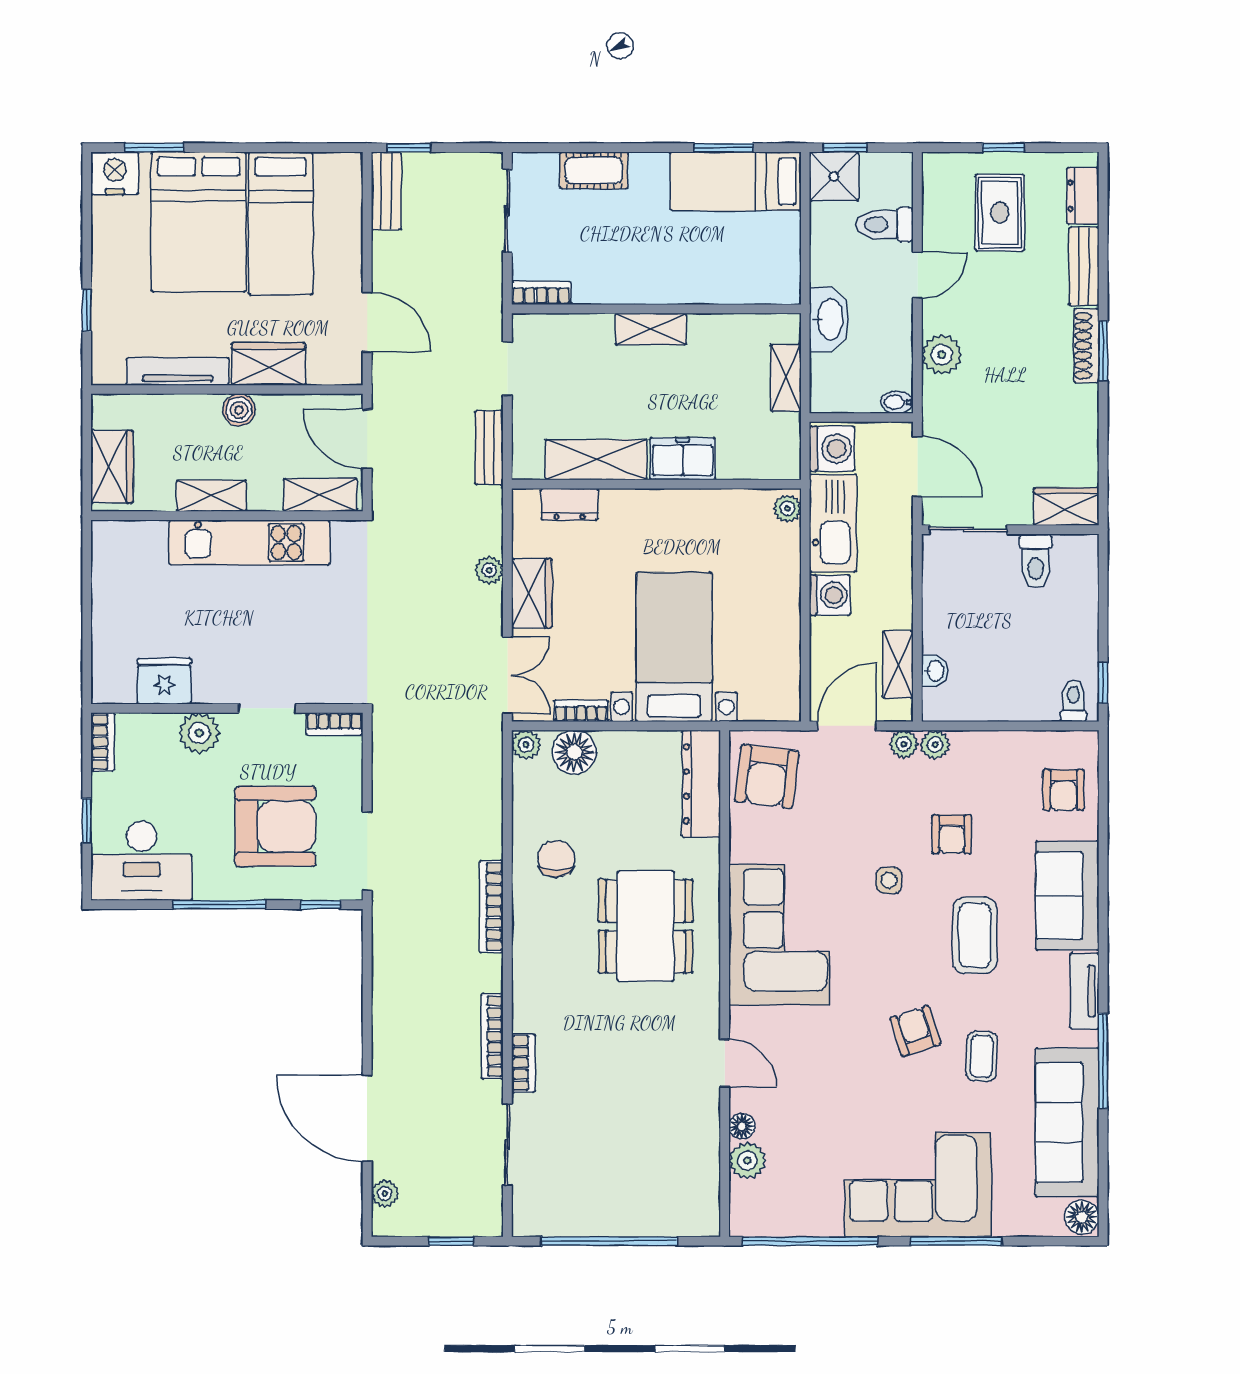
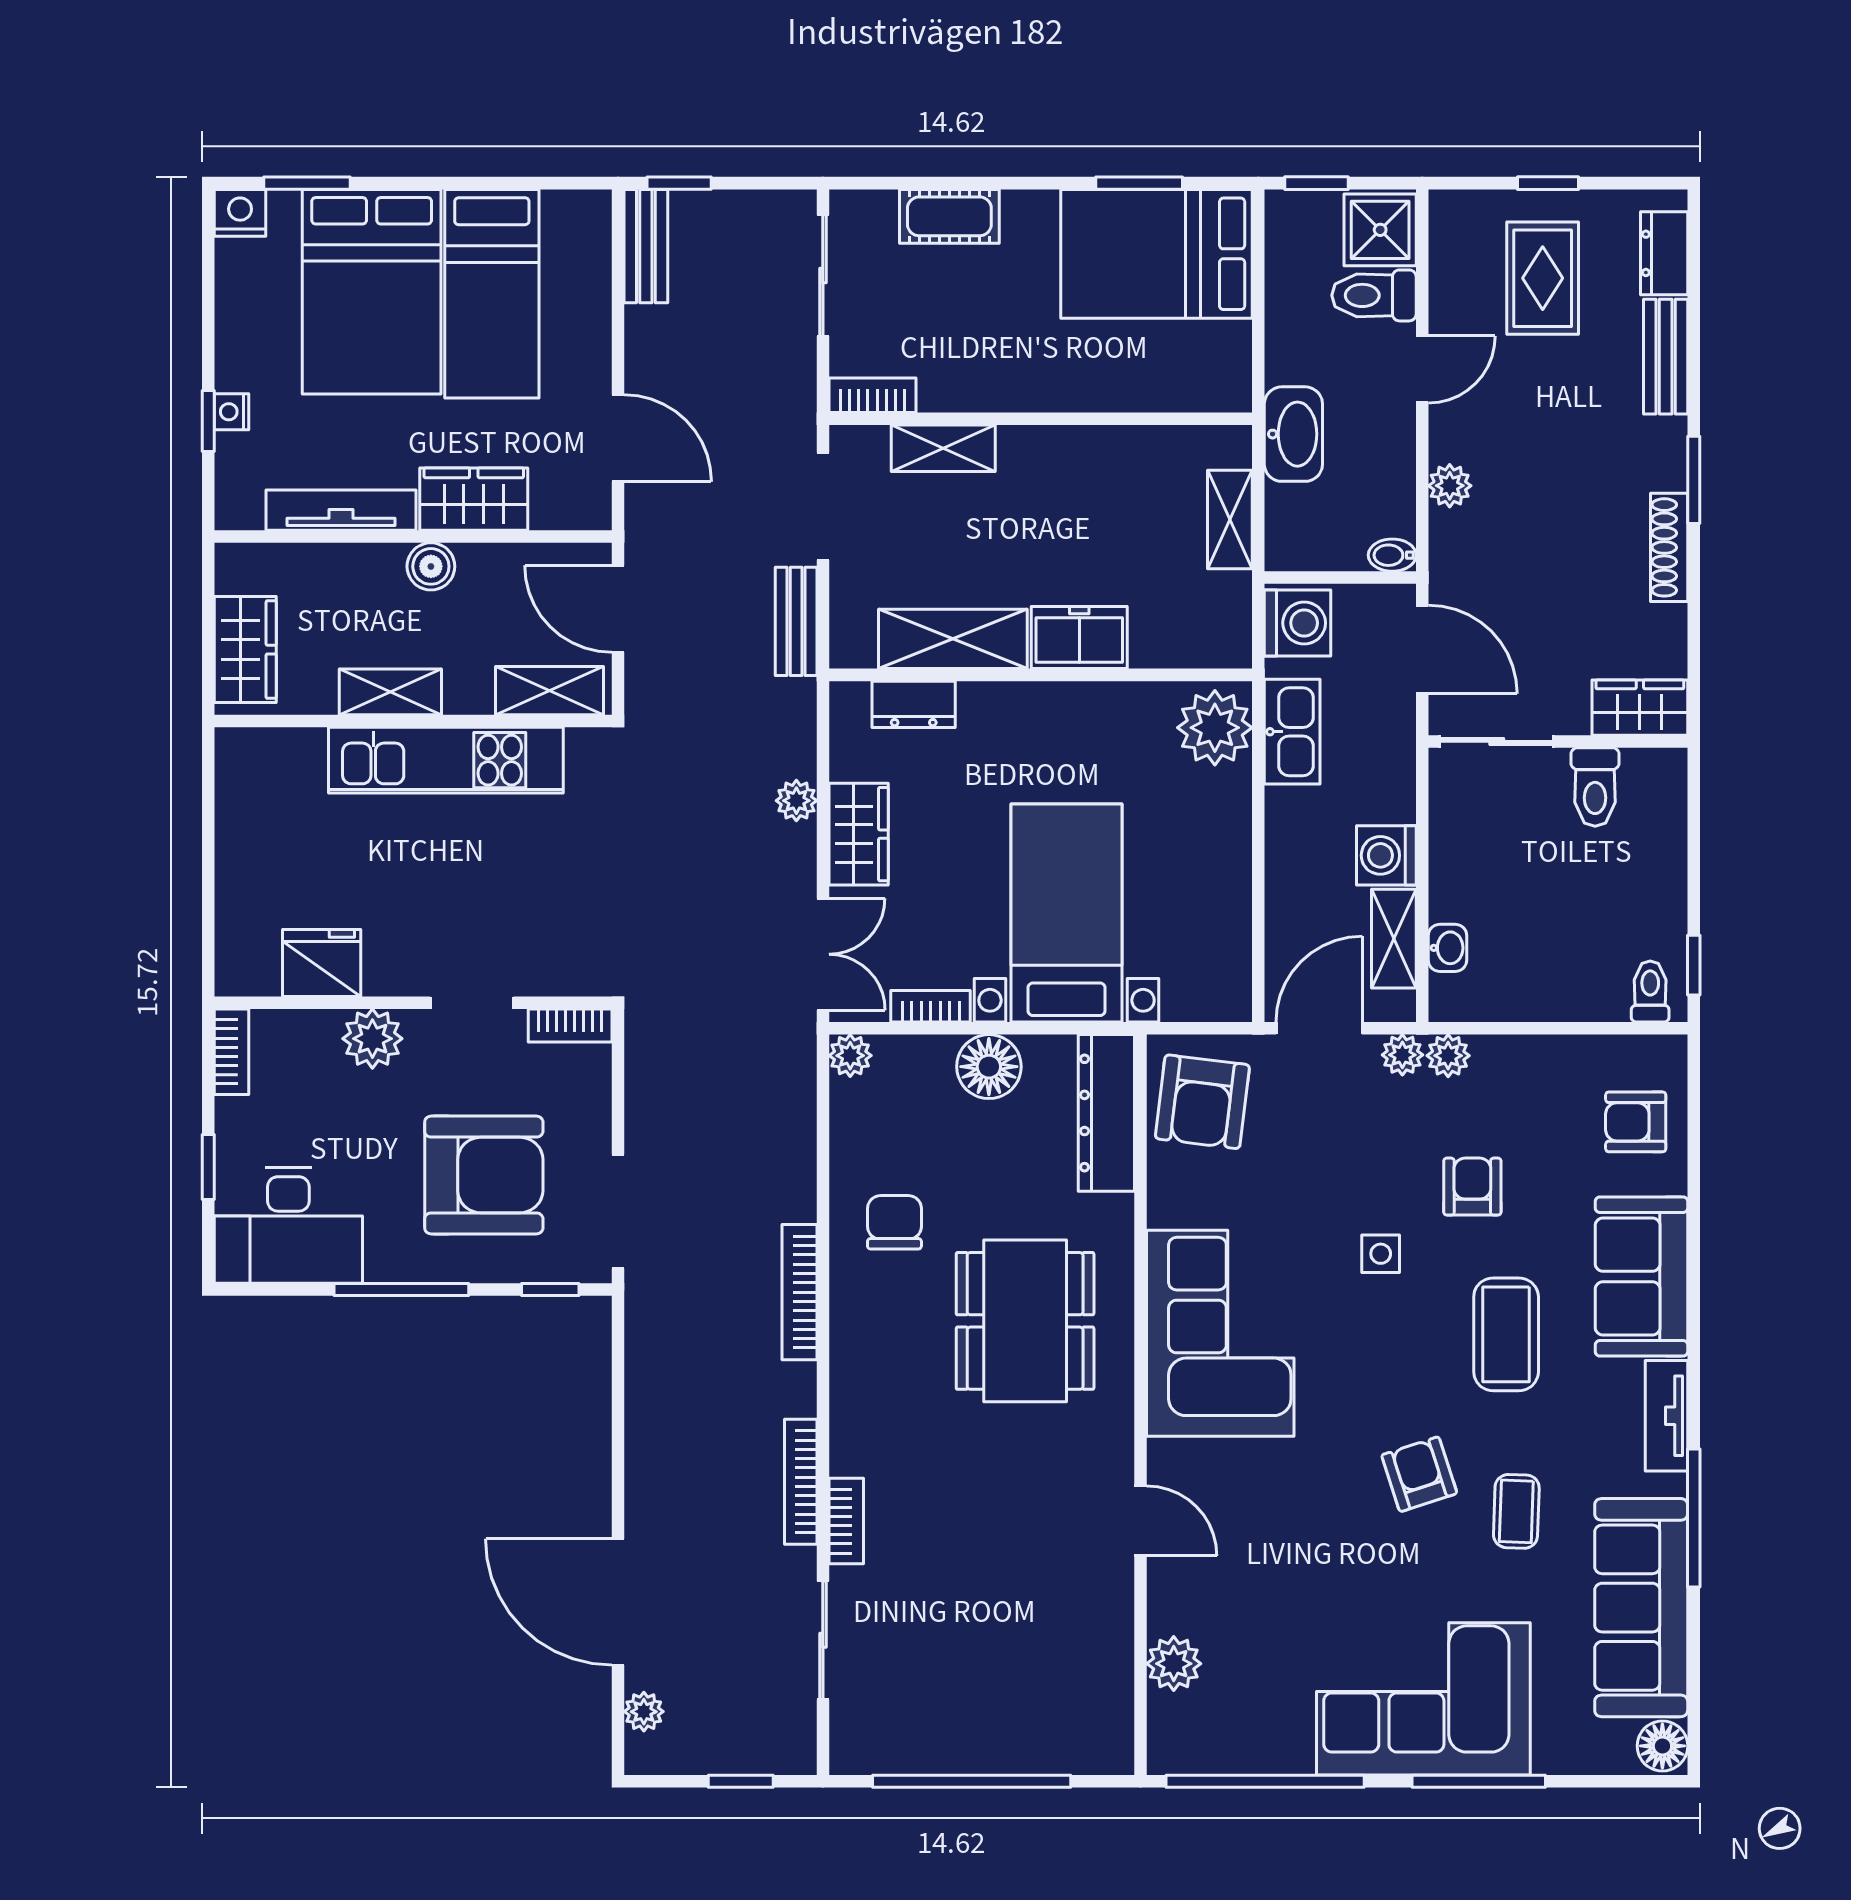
nightstand: (115, 173) -> (240, 213), width x0.74, depth x0.75
shower: (834, 176) -> (1380, 230), moved
bed: (736, 181) -> (1157, 254), width x1.50
nightstand: (103, 304) -> (231, 412), added
shelving: (651, 329) -> (943, 448), moved
shoe rack: (1086, 346) -> (1669, 547), moved
plant: (942, 355) -> (1450, 486), width x0.73, depth x0.73
doorway: (507, 369) -> (823, 506), width x1.38
plant: (787, 508) -> (1215, 728), width x1.88, depth x1.88
kitchen sink: (833, 523) -> (1292, 732), width x0.73, depth x0.81
washing machine: (830, 595) -> (1386, 855), moved, turned 180
floor lamp: (574, 752) -> (989, 1067), moved
armchair: (1063, 790) -> (1636, 1122), turned 90
armchair: (952, 834) -> (1472, 1187), turned 180
floor lamp: (742, 1126) -> (1166, 1613), removed

